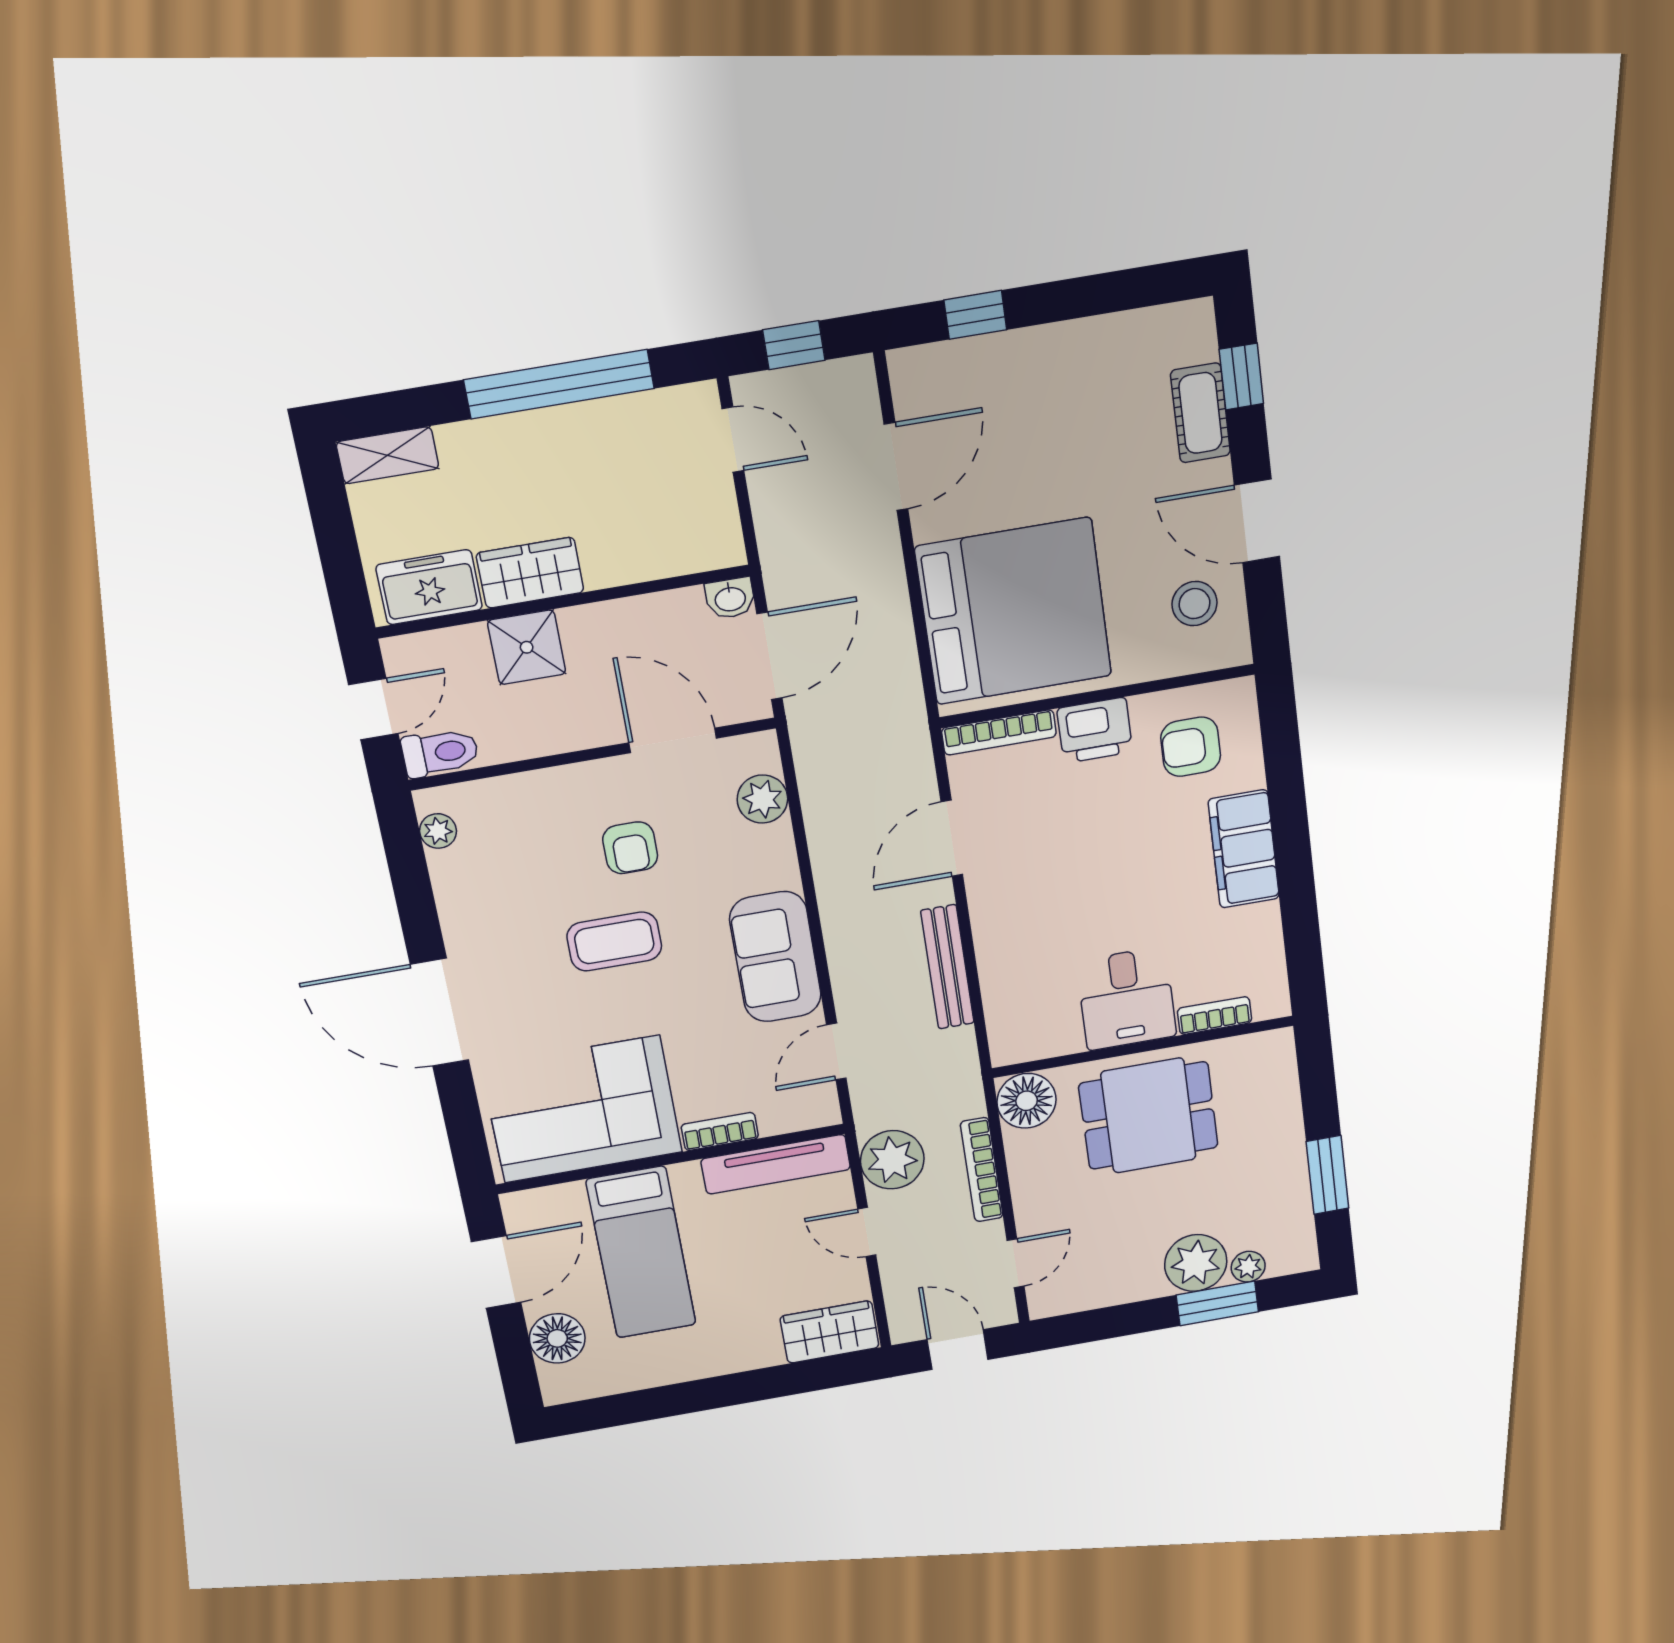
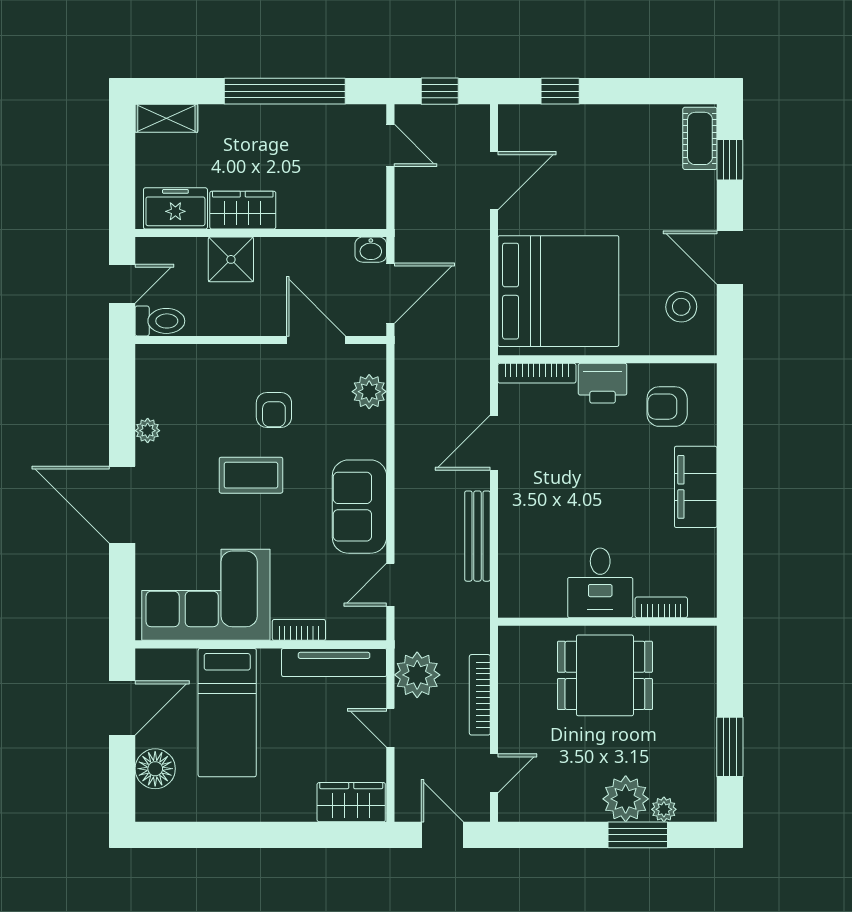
cot: (1200, 413) -> (700, 138), moved
plant: (438, 831) -> (148, 431), moved
floor lamp: (1027, 1101) -> (519, 647), removed

